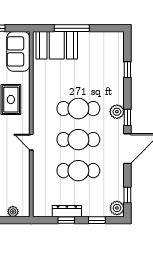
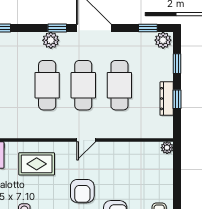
plant: (13, 211) -> (167, 148), moved

